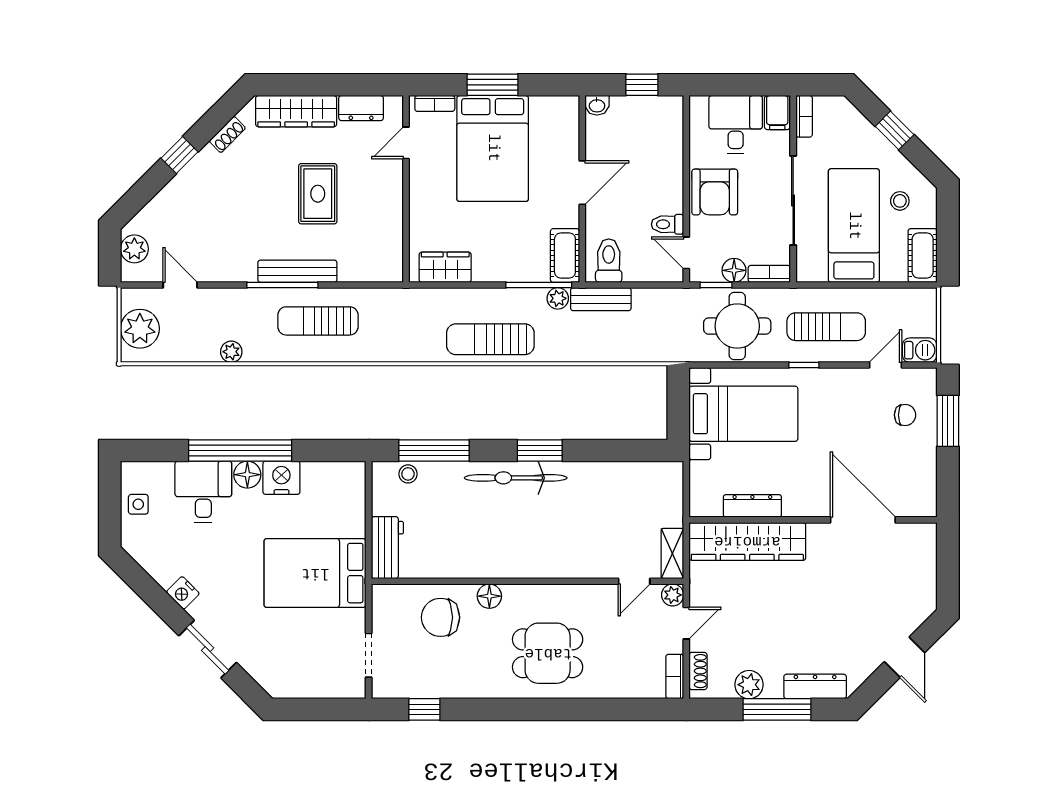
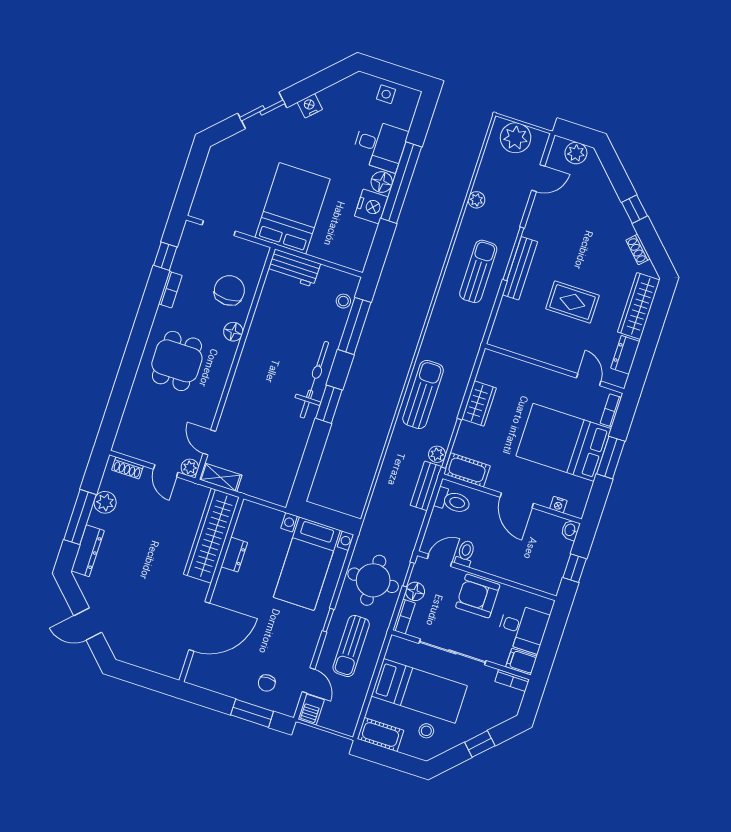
nightstand: (571, 130) -> (558, 505), added
wardrobe: (445, 267) -> (479, 403), moved
dresser: (752, 506) -> (234, 555), width x0.70
bookcase: (675, 677) -> (170, 290), moved, turned 90

